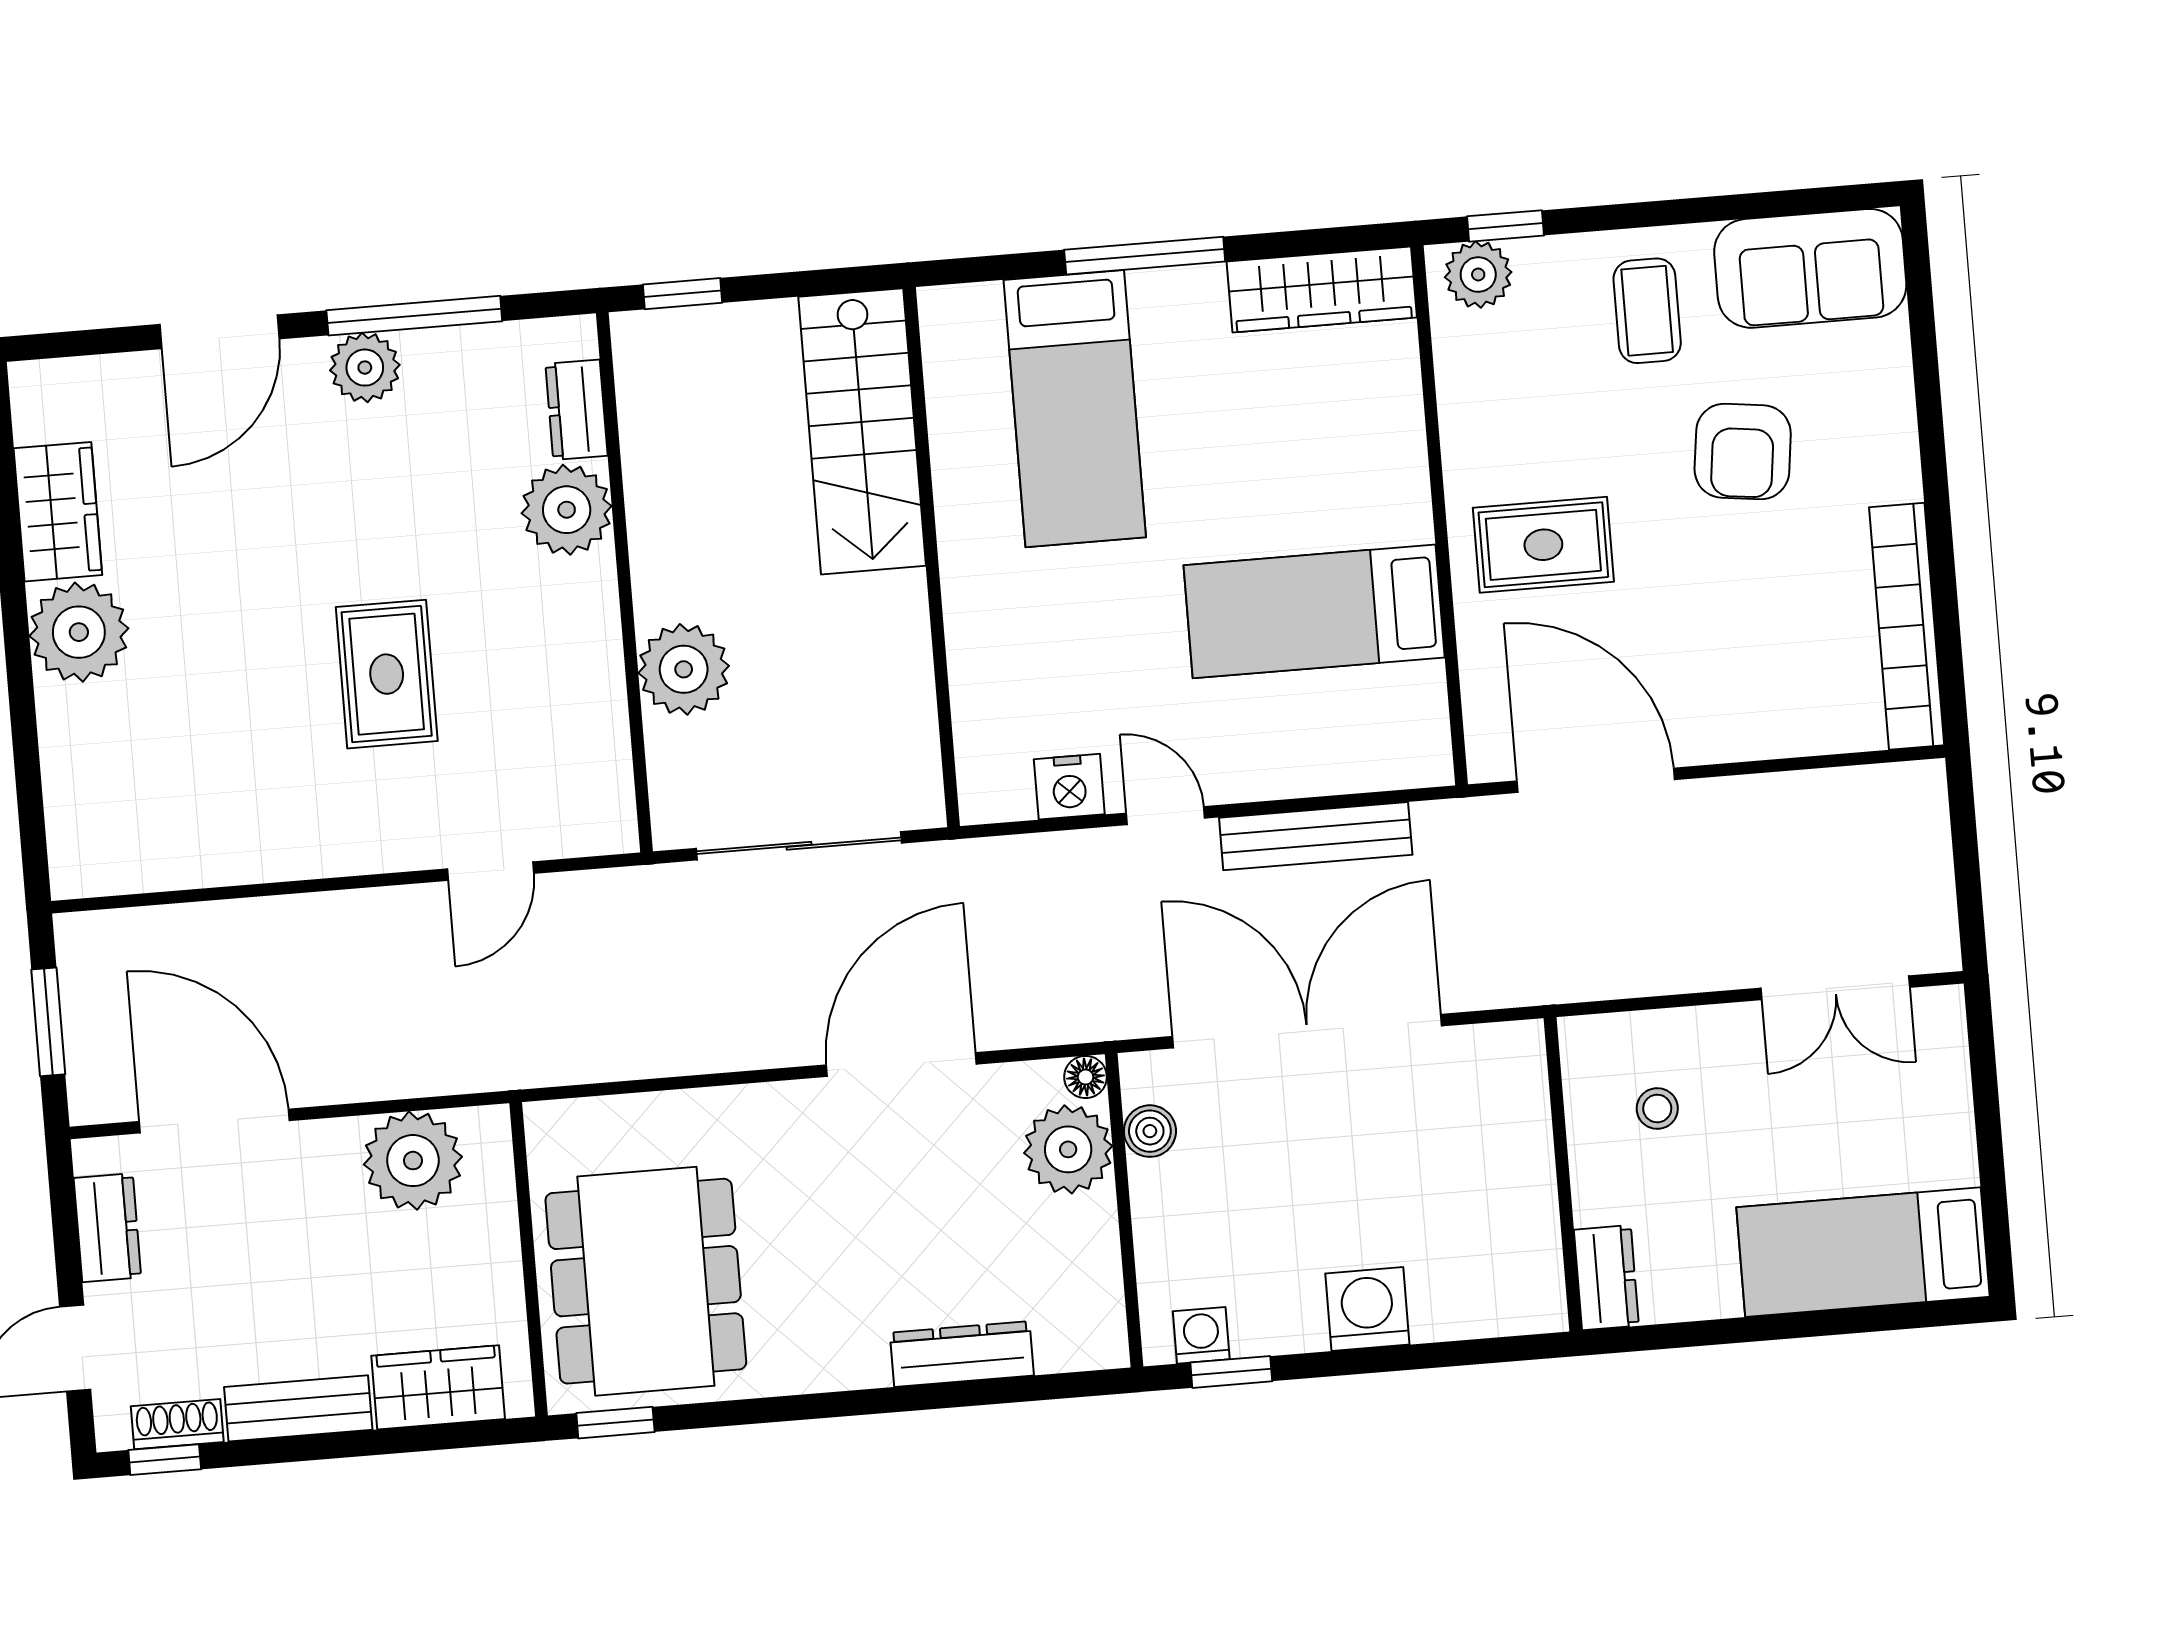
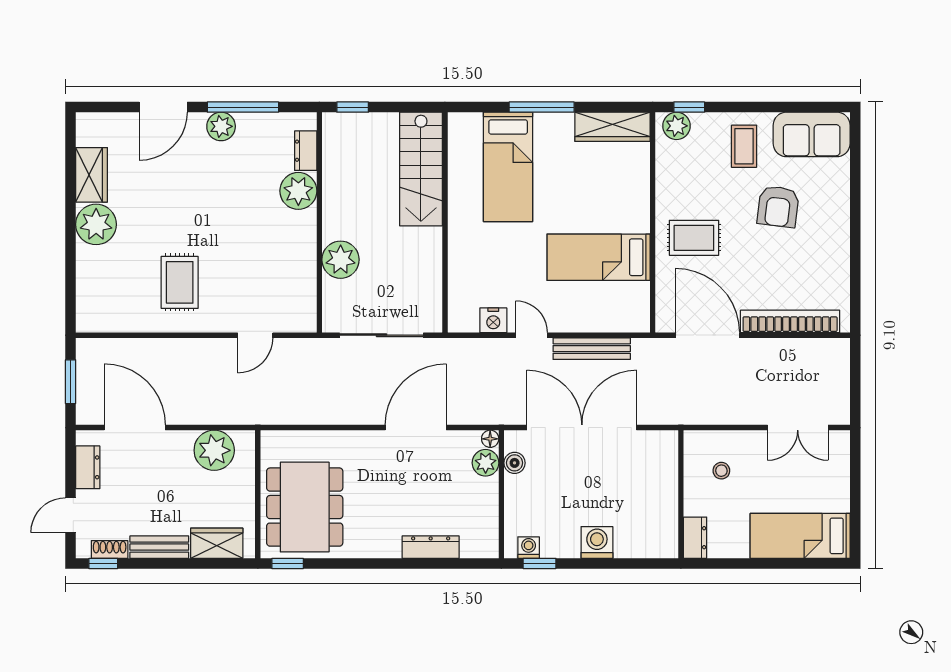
bookcase: (1907, 626) -> (790, 321), moved, turned 90
rug: (387, 674) -> (180, 282), moved
plant: (1068, 1149) -> (486, 463), width x0.73, depth x0.73

